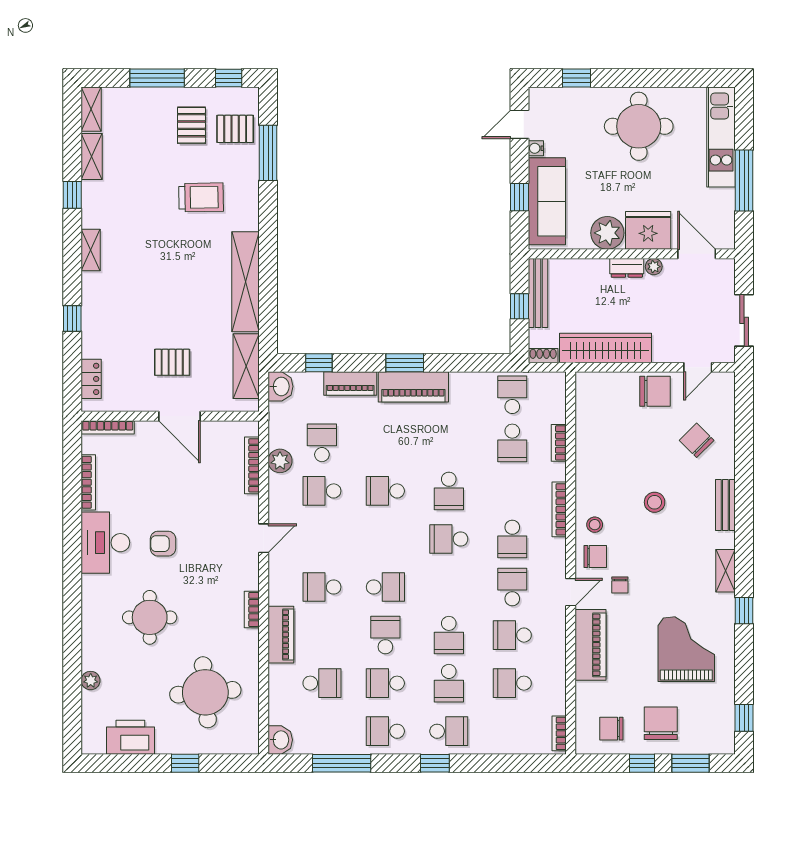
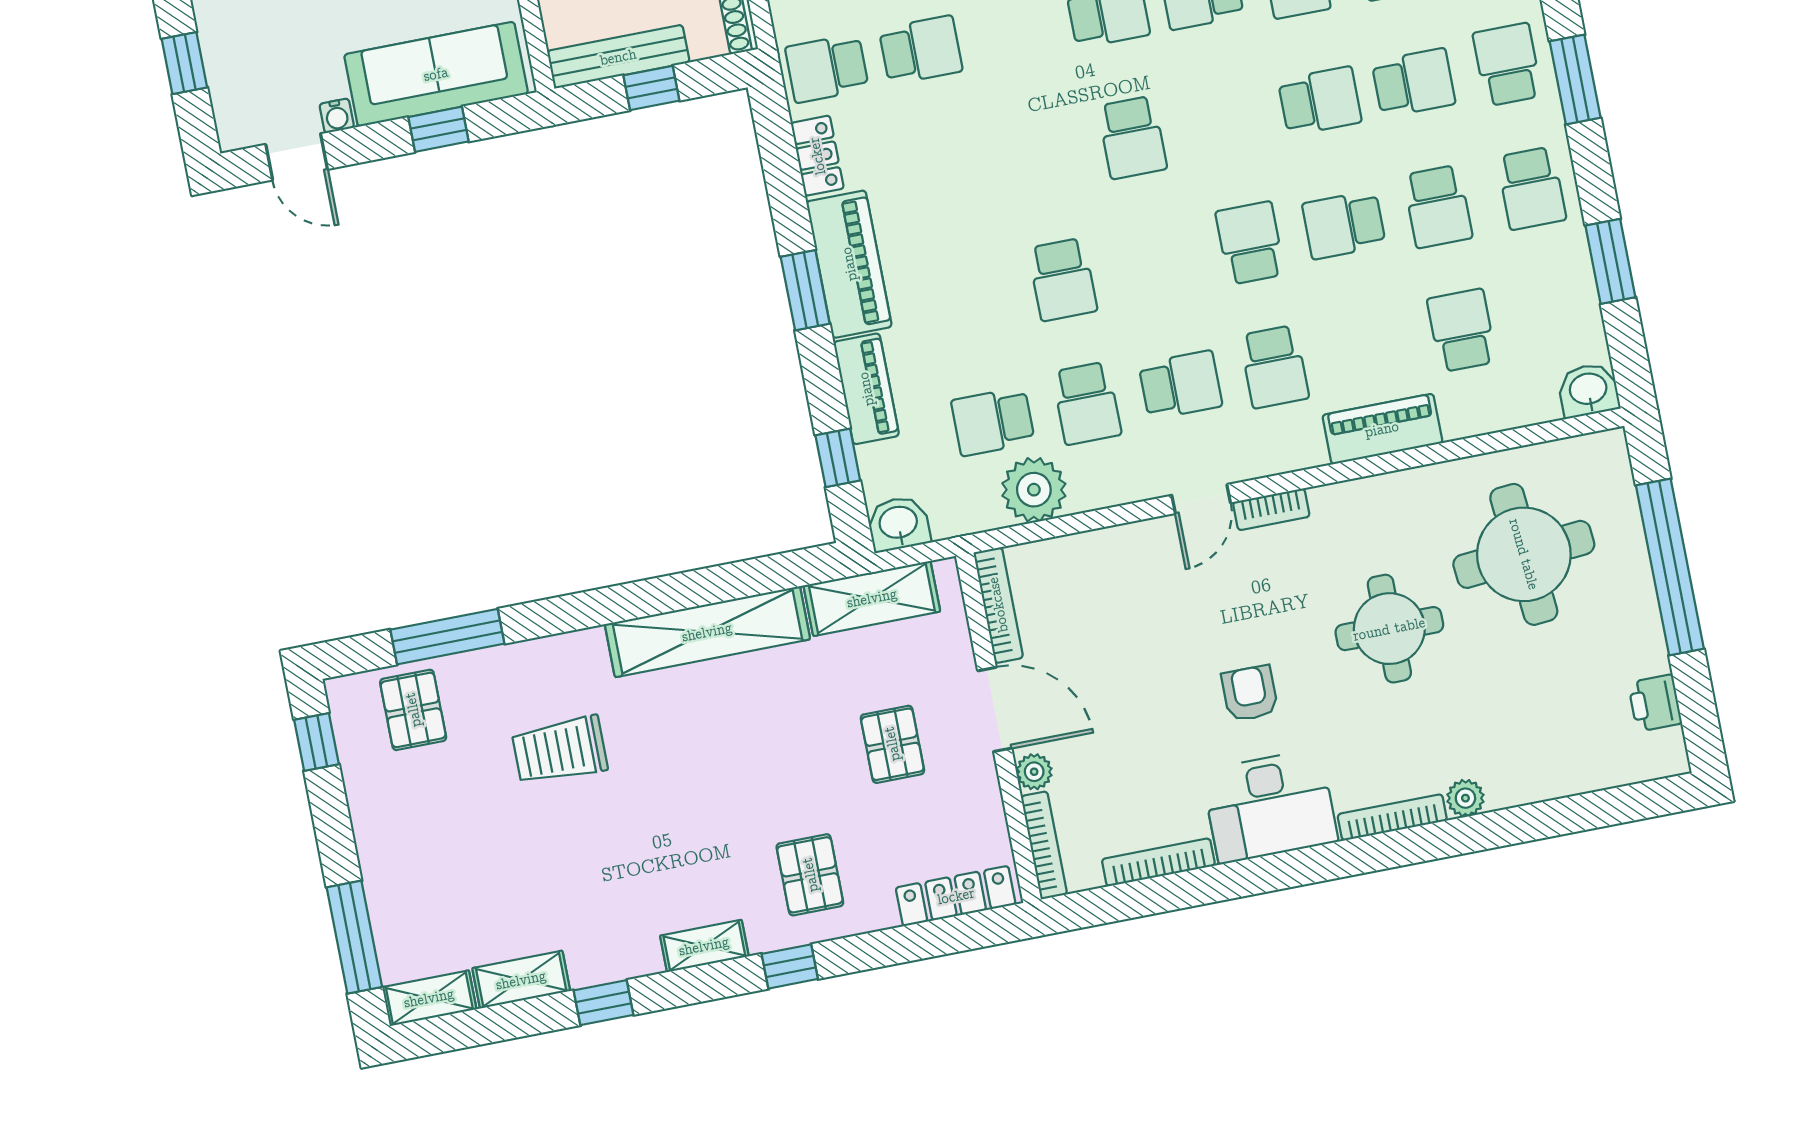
window: (157, 78) -> (354, 937), moved
pallet: (191, 125) -> (810, 875), moved, turned 90
trolley: (201, 197) -> (560, 750), turned -89
window: (72, 318) -> (790, 966), moved
locker: (91, 379) -> (956, 896), width x1.53
locker: (470, 382) -> (817, 156), added
door: (180, 416) -> (995, 709), hinge flipped
plant: (145, 430) -> (1034, 772), added
plant: (280, 461) -> (1034, 490), width x1.36, depth x1.36
bookcase: (252, 465) -> (998, 605), moved, turned -90
school desk: (449, 491) -> (1180, 385), moved
door: (264, 538) -> (1201, 499), swing flipped
armchair: (163, 544) -> (1250, 693), turned 180
bookcase: (88, 602) -> (1392, 817), added
bookcase: (252, 609) -> (1271, 509), moved
round table: (150, 617) -> (1389, 629), moved
plant: (91, 681) -> (1465, 798), moved
printer: (130, 737) -> (1655, 703), width x0.53, depth x0.68
window: (185, 763) -> (1670, 567), width x3.17
window: (342, 763) -> (1610, 261), width x0.69
window: (435, 763) -> (1575, 80), width x1.50

